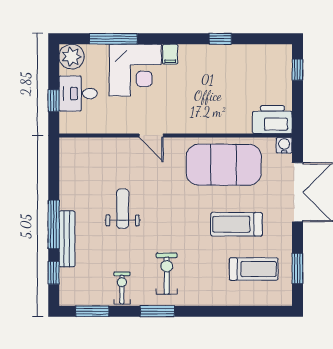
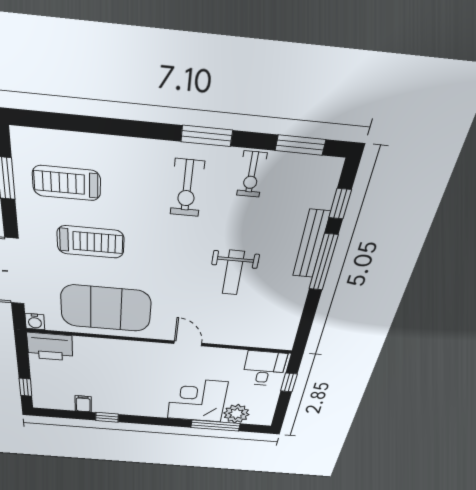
filing cabinet: (170, 54) -> (83, 404), moved
plant: (72, 57) -> (236, 414), moved
desk: (78, 94) -> (264, 368), moved, turned -90

